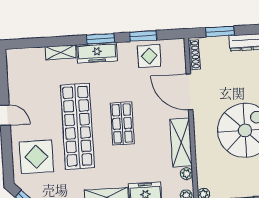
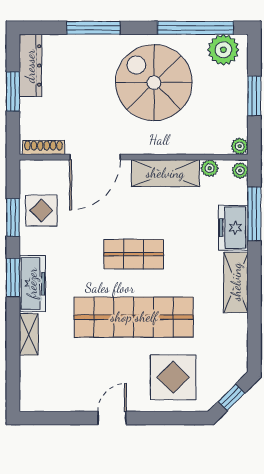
window: (220, 31) -> (13, 91), moved

